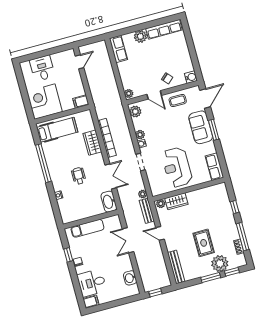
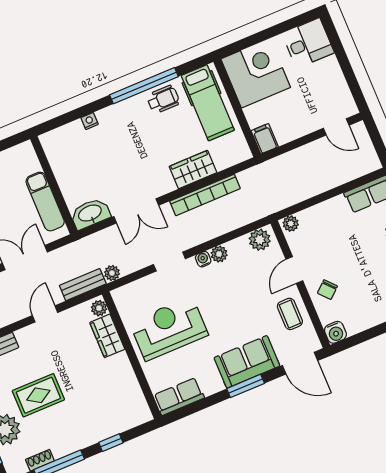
desk: (42, 68) -> (308, 43), moved
wheelchair: (79, 176) -> (163, 99), moved
exam couch: (87, 228) -> (45, 202), moved

